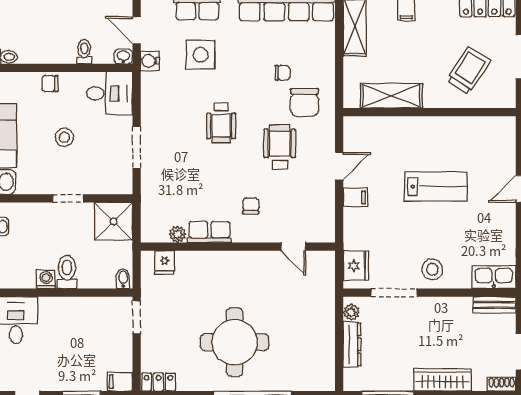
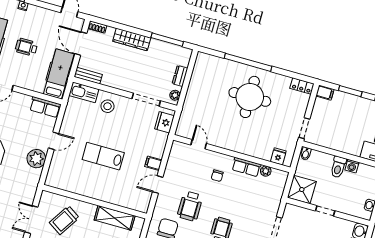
stool: (432, 269) -> (107, 106), moved
dresser: (352, 344) -> (180, 76), width x0.70

